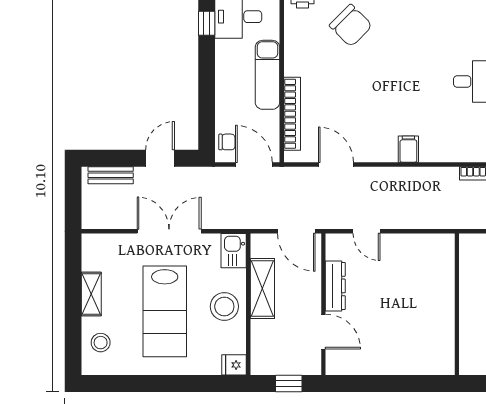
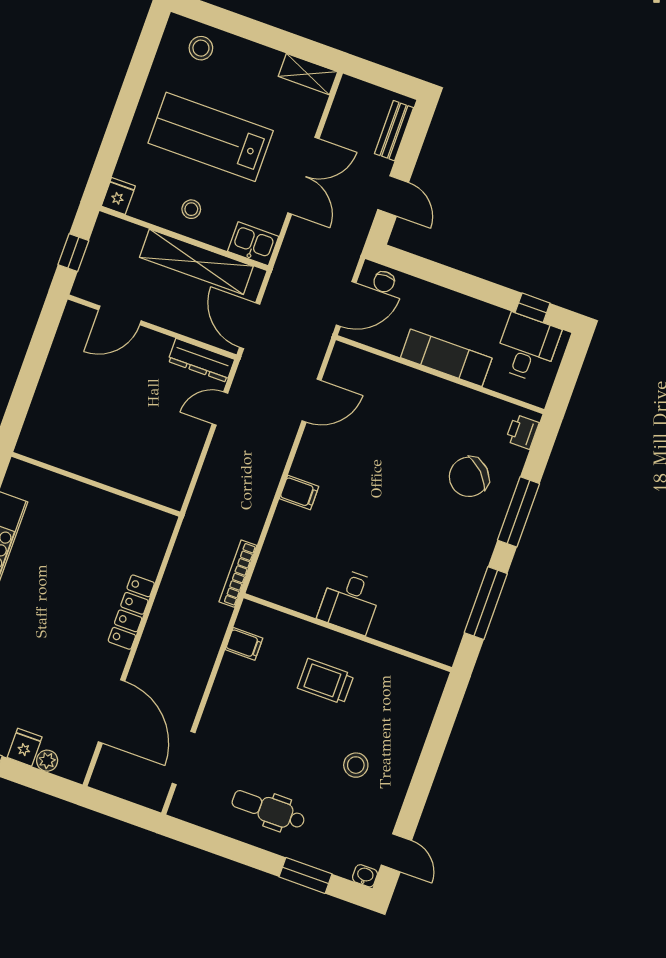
bookcase: (292, 114) -> (390, 370), removed
door: (296, 231) -> (250, 326), hinge flipped
dresser: (335, 286) -> (201, 360), moved
shelving: (262, 289) -> (196, 262), width x1.47
shelving: (91, 294) -> (308, 74), moved
stool: (224, 307) -> (191, 209), width x0.53, depth x0.53

